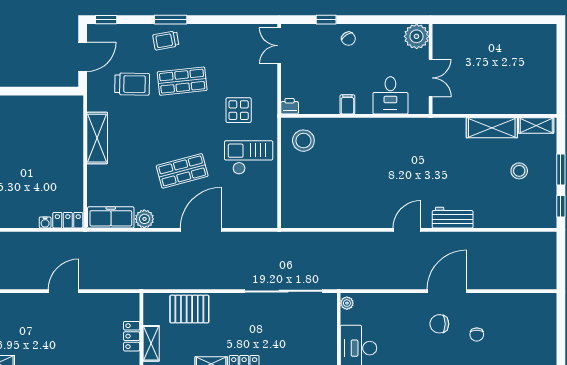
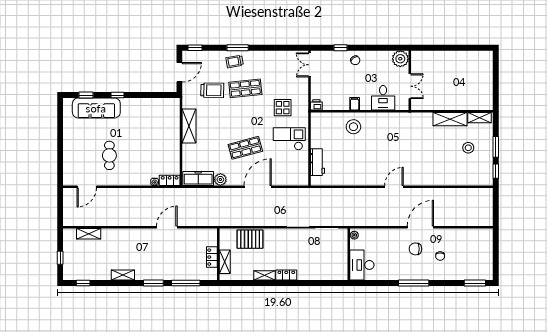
stool: (303, 141) -> (353, 127), moved
workbench: (453, 218) -> (318, 162), moved, turned 90

